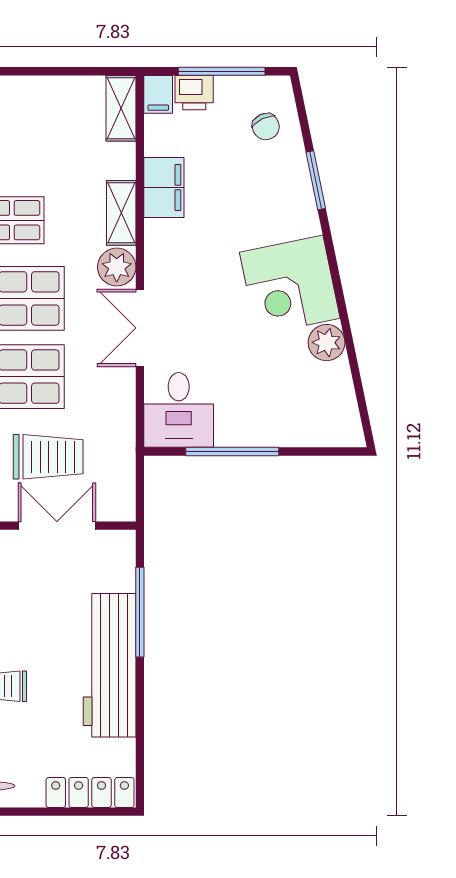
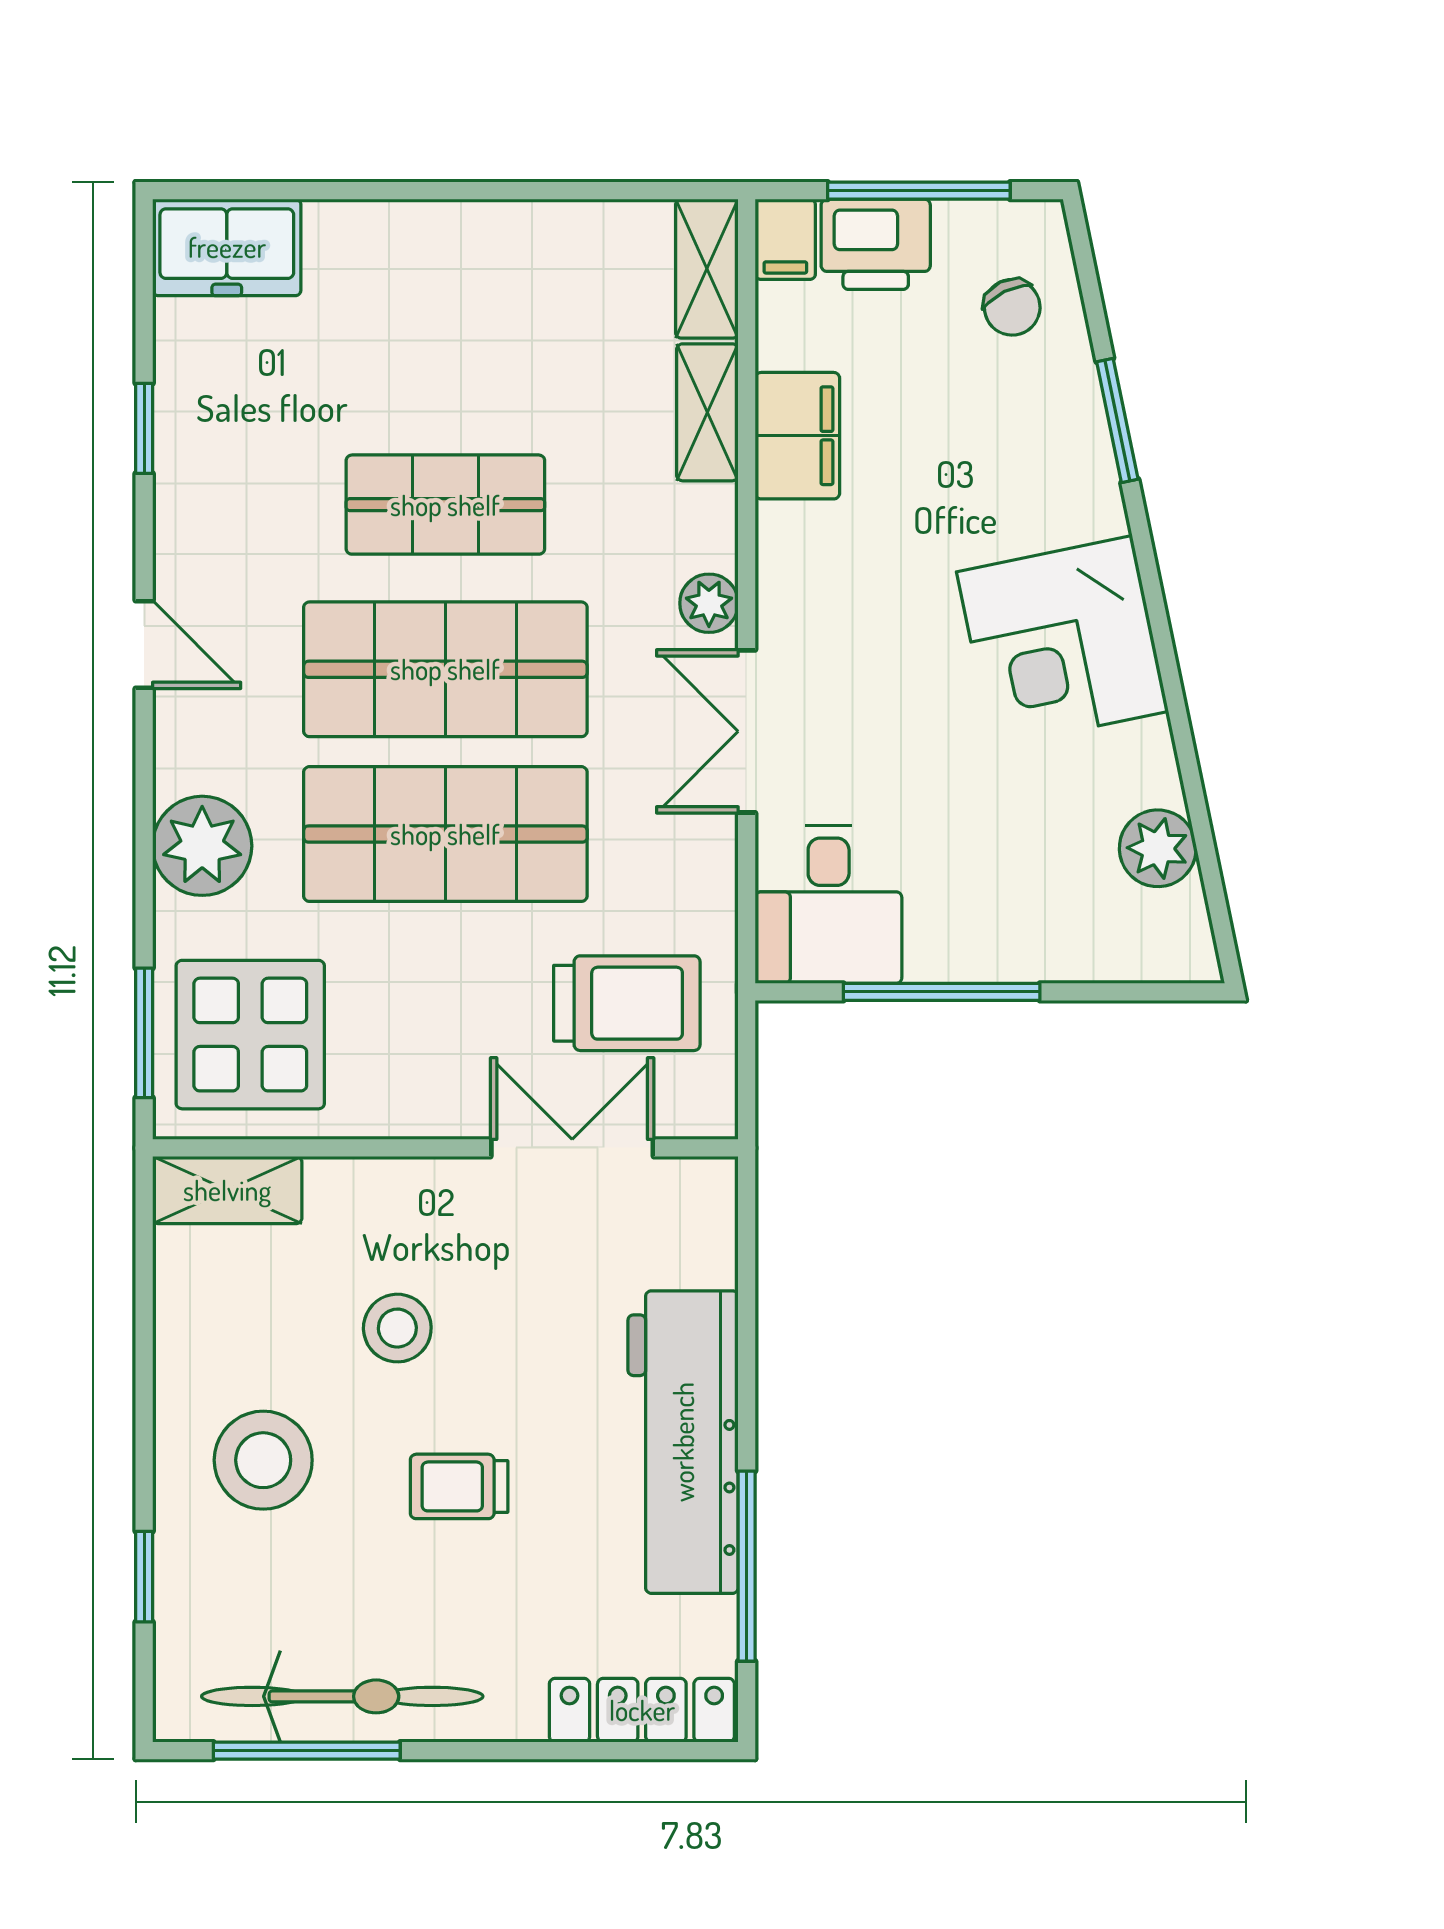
printer: (194, 93) -> (876, 244), width x1.36, depth x1.24
shelving: (121, 213) -> (707, 412), moved
plant: (117, 267) -> (709, 603), width x0.73, depth x0.73
plant: (327, 343) -> (1158, 848), moved
trolley: (48, 457) -> (627, 1003), moved
window: (140, 612) -> (747, 1566), moved

